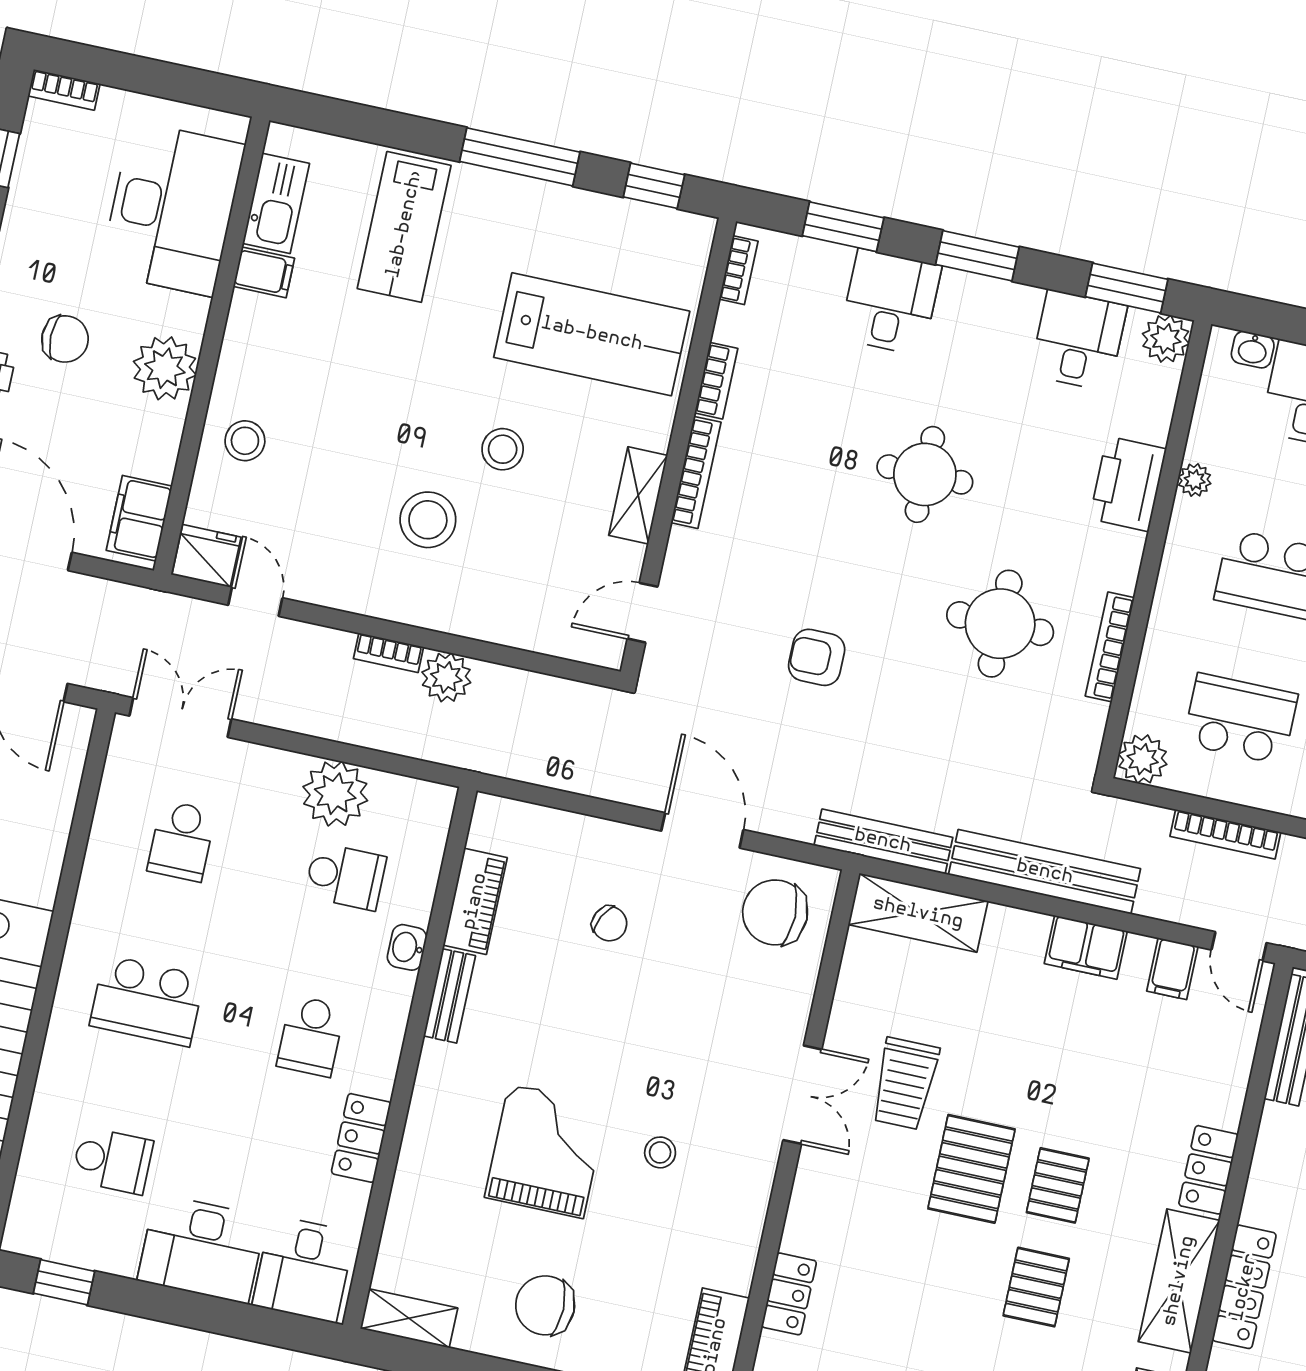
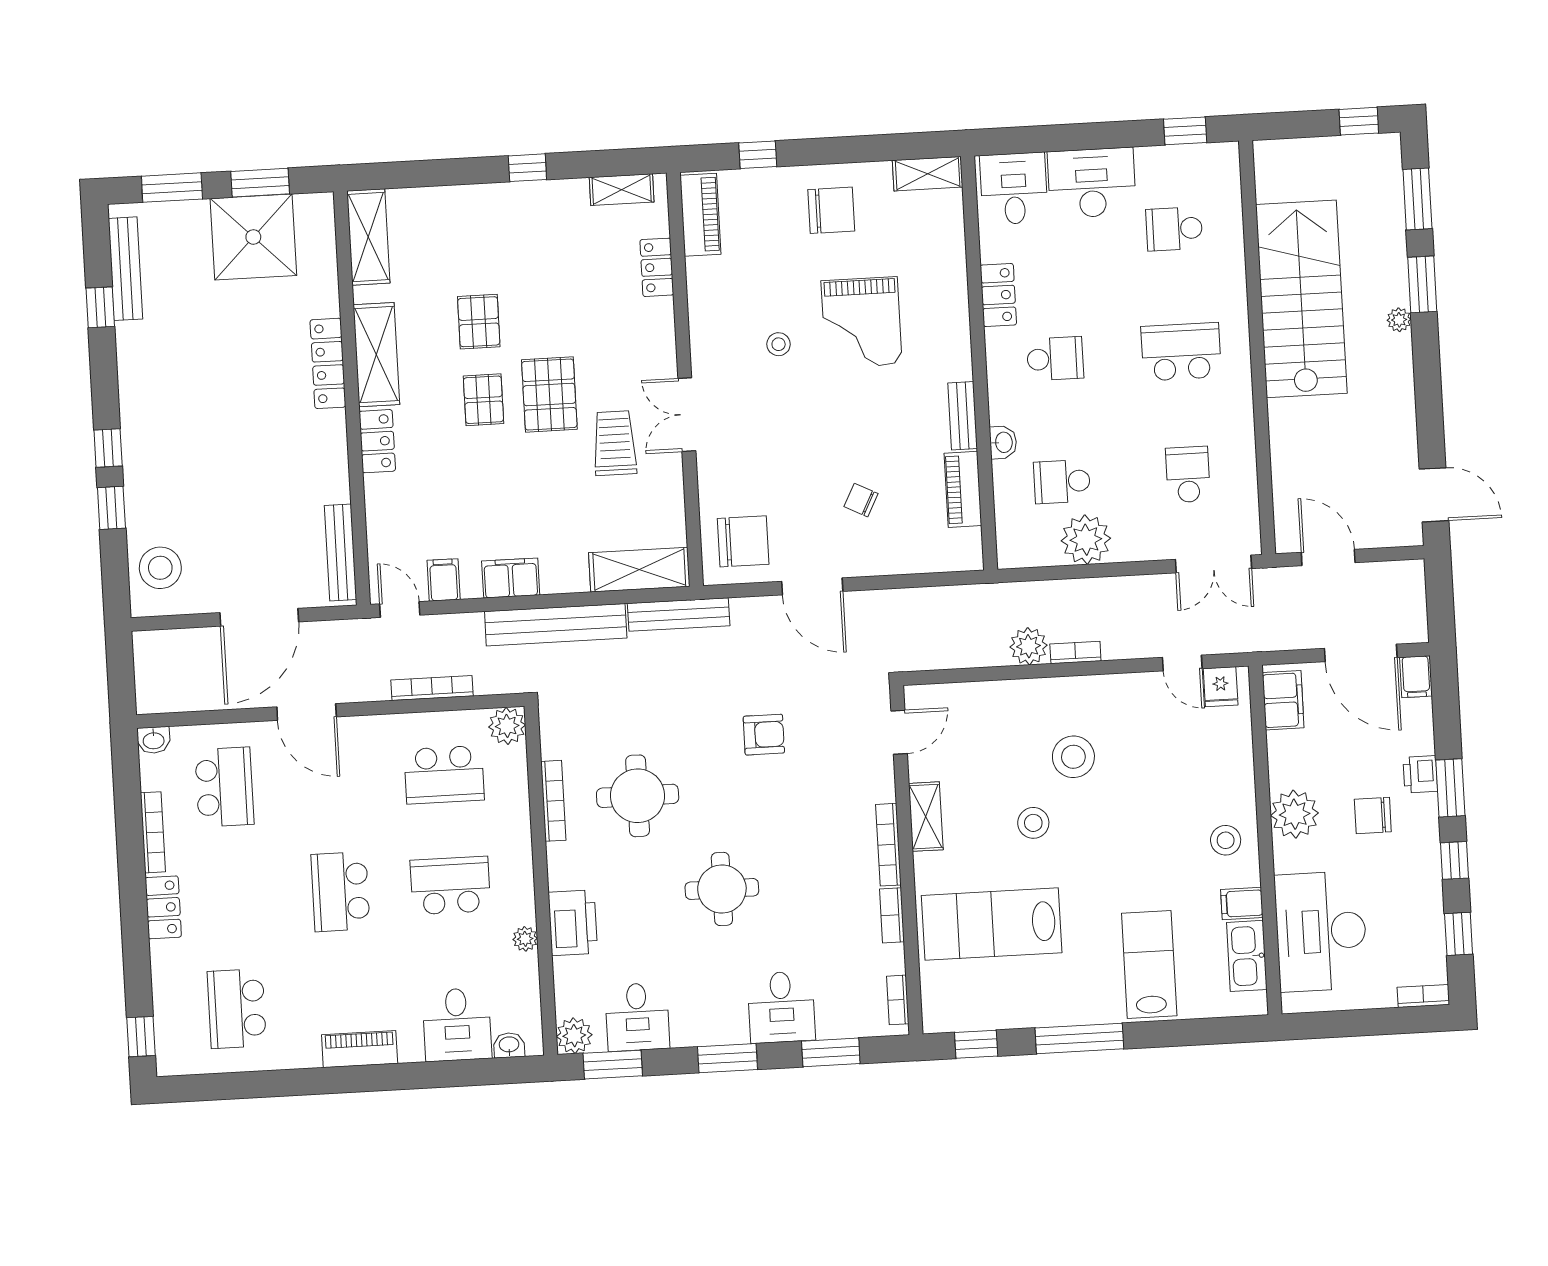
stool: (245, 441) -> (1226, 840), moved
fridge: (206, 556) -> (1221, 687), width x0.72
school desk: (311, 1036) -> (1055, 359), turned 90

